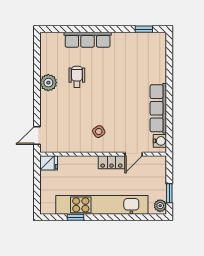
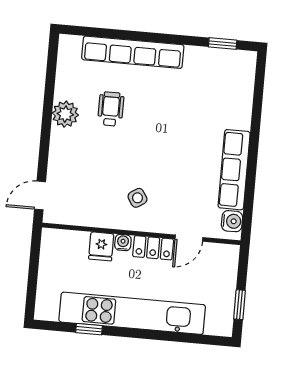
row of seats: (88, 40) -> (133, 52), width x1.36
water cooler: (92, 161) -> (123, 243), added
fridge: (49, 163) -> (101, 246), moved, turned 90
plant: (160, 206) -> (224, 323), removed

